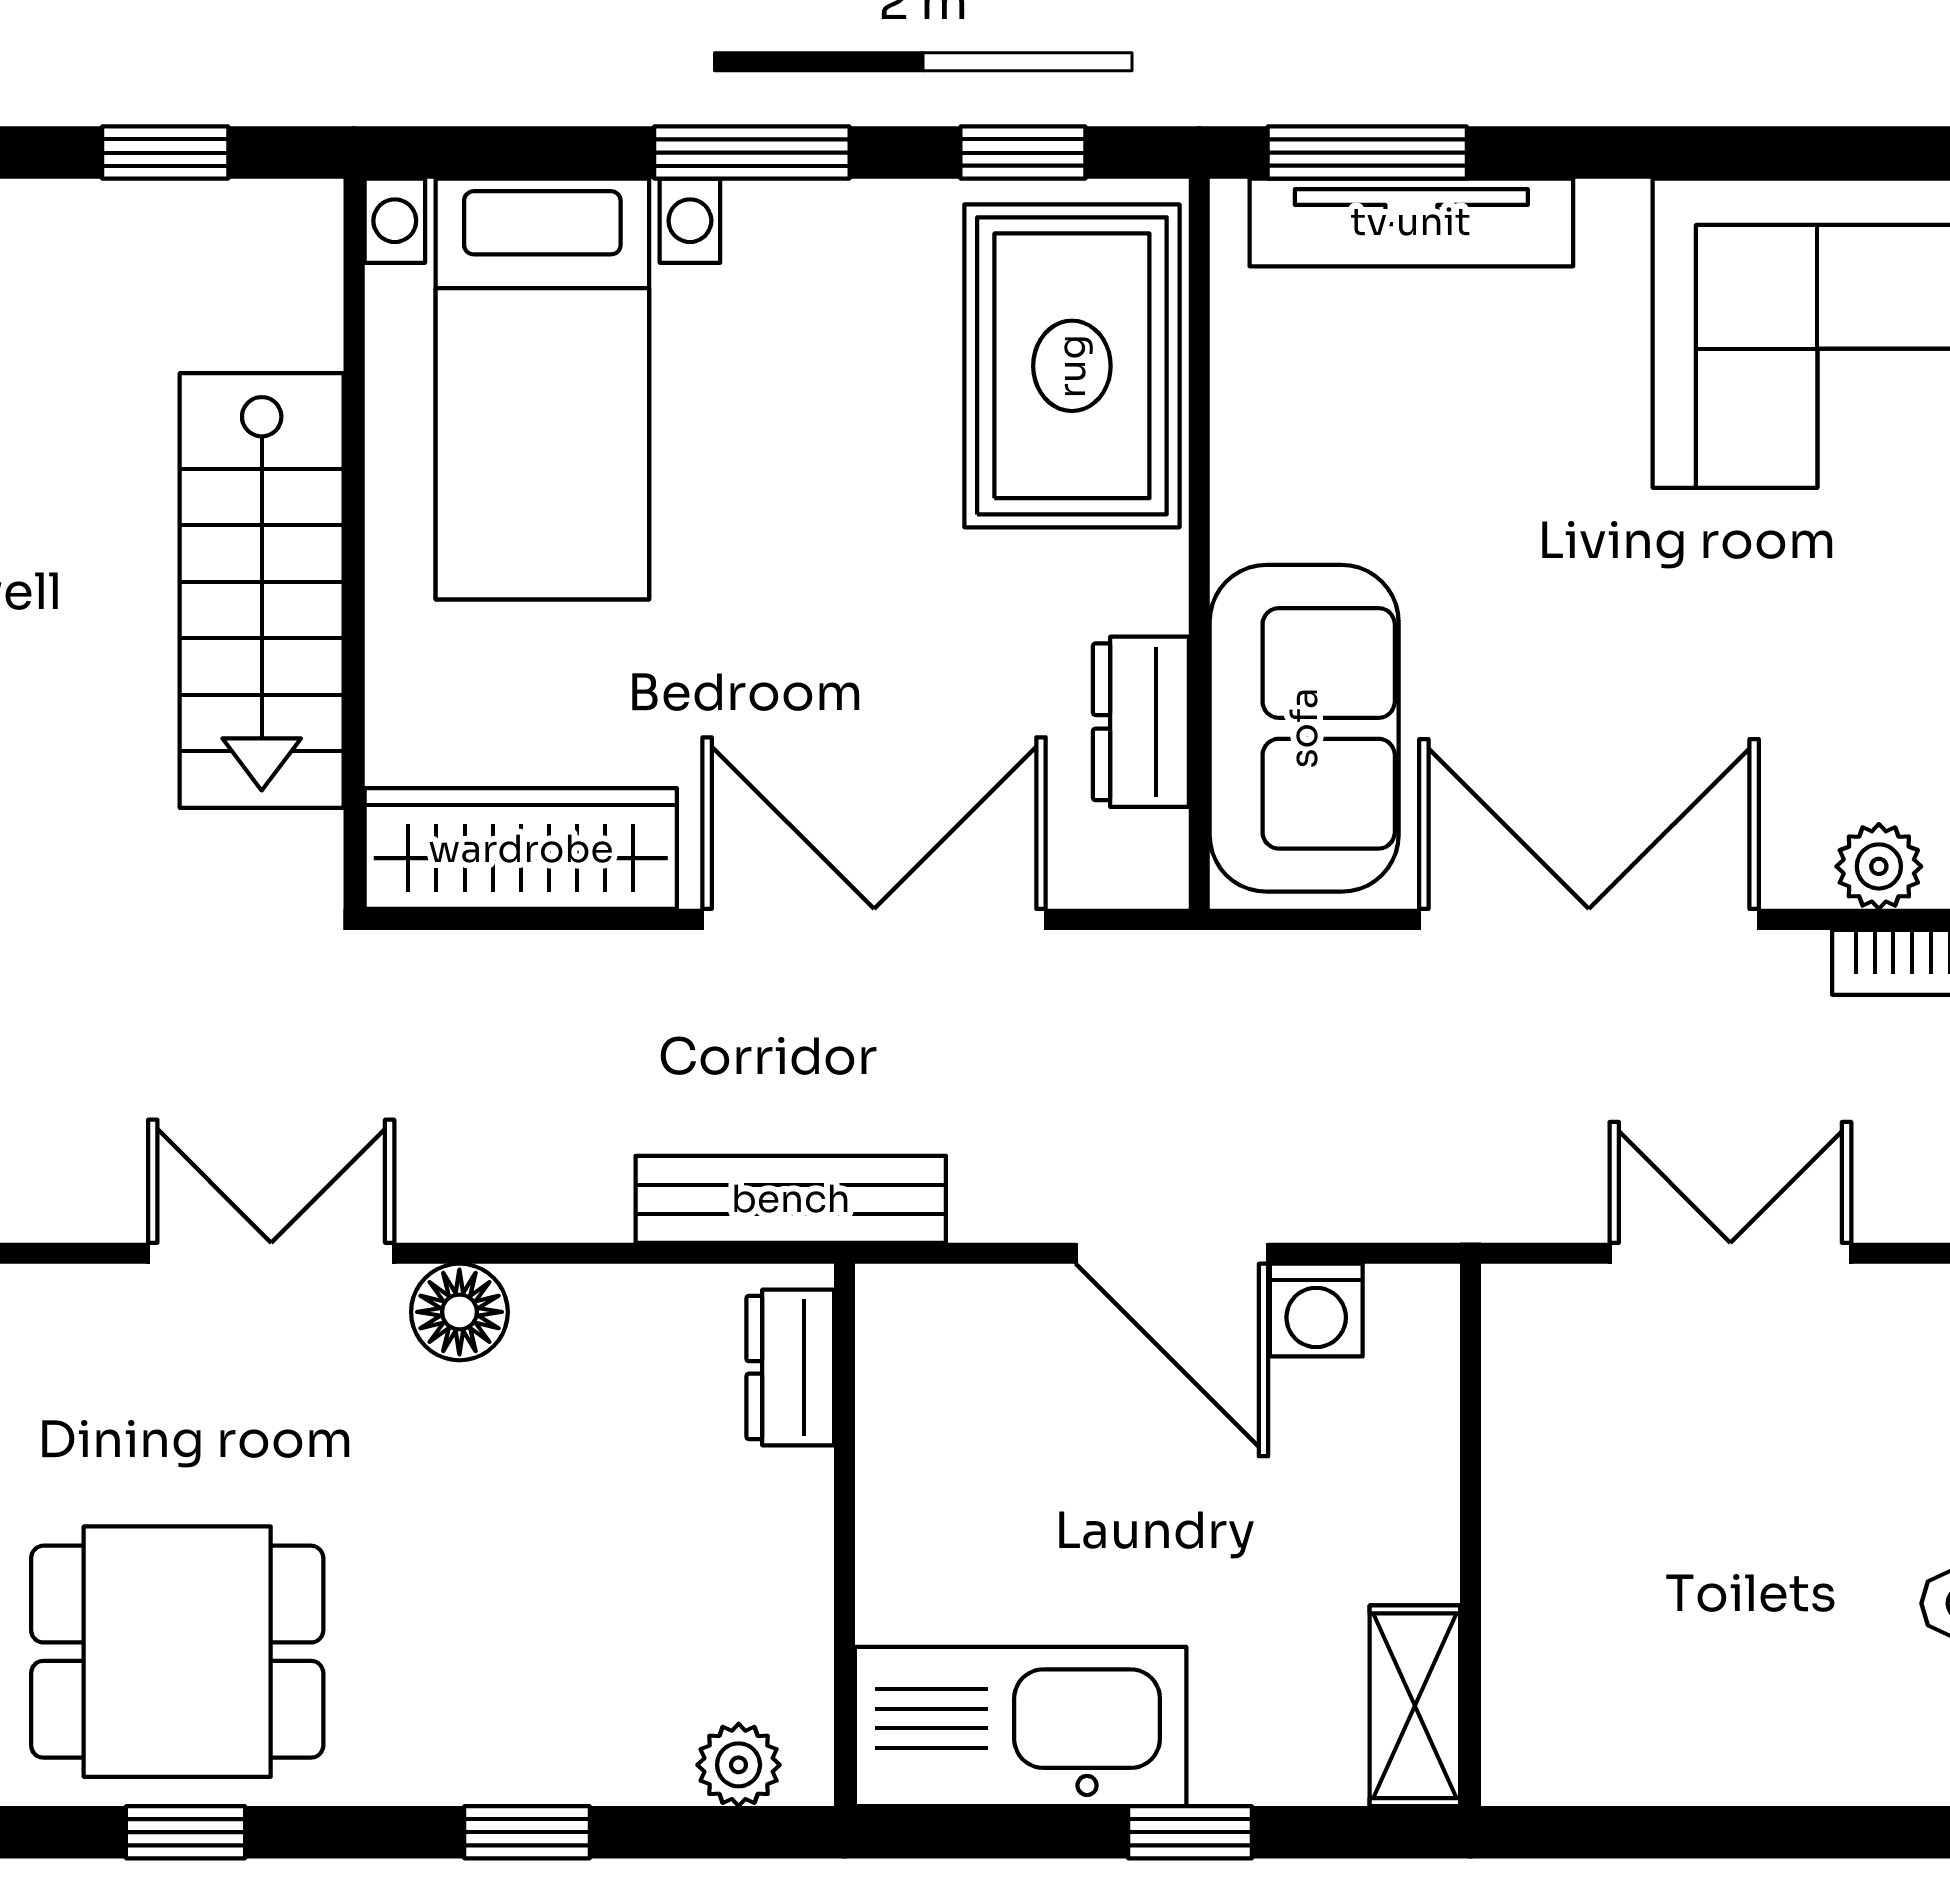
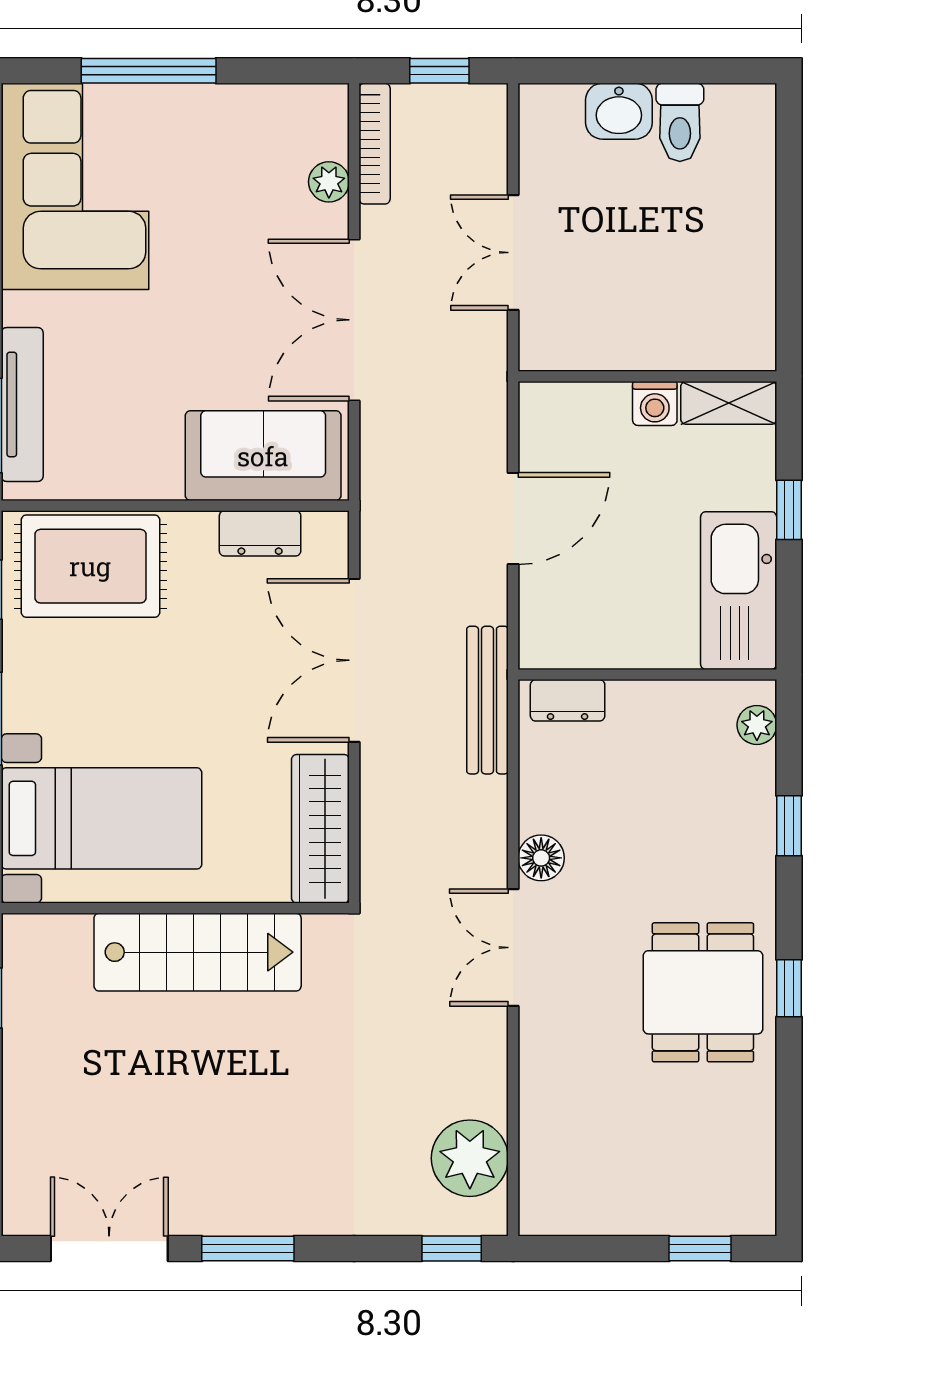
washing machine: (1316, 1310) -> (655, 403), moved, turned 90

